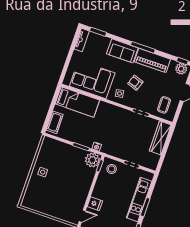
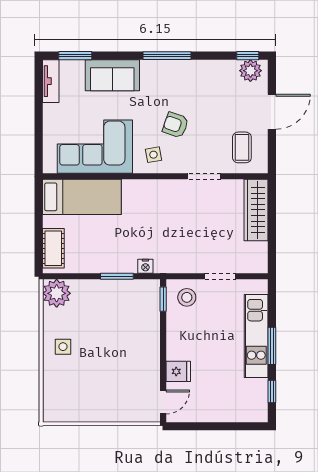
sofa: (122, 51) -> (112, 75), moved
piano: (152, 60) -> (193, 74), removed
plant: (92, 160) -> (57, 293), moved

